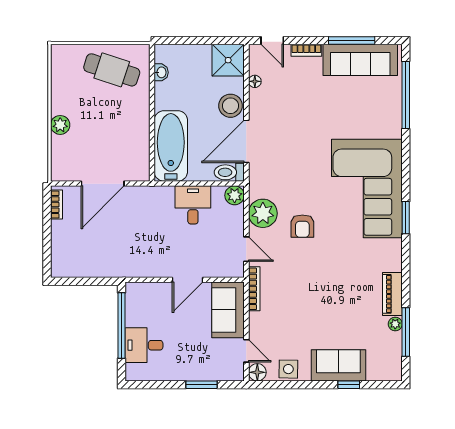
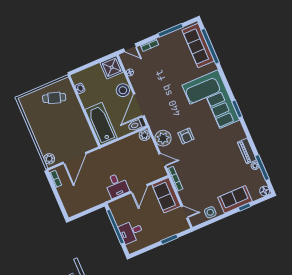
sofa: (360, 60) -> (198, 46), moved, turned 90
cafe table: (112, 70) -> (54, 98), width x0.73, depth x0.74
plant: (60, 125) -> (49, 159), moved
desk: (193, 205) -> (117, 185), moved, turned 180
floor lamp: (257, 372) -> (265, 191), moved

